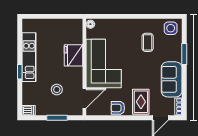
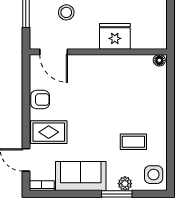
plant: (177, 48) -> (125, 184), added
corner sofa: (104, 64) -> (103, 79), removed
armchair: (118, 108) -> (40, 100), turned 90

